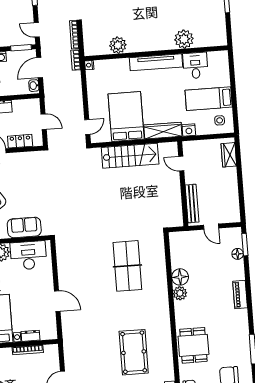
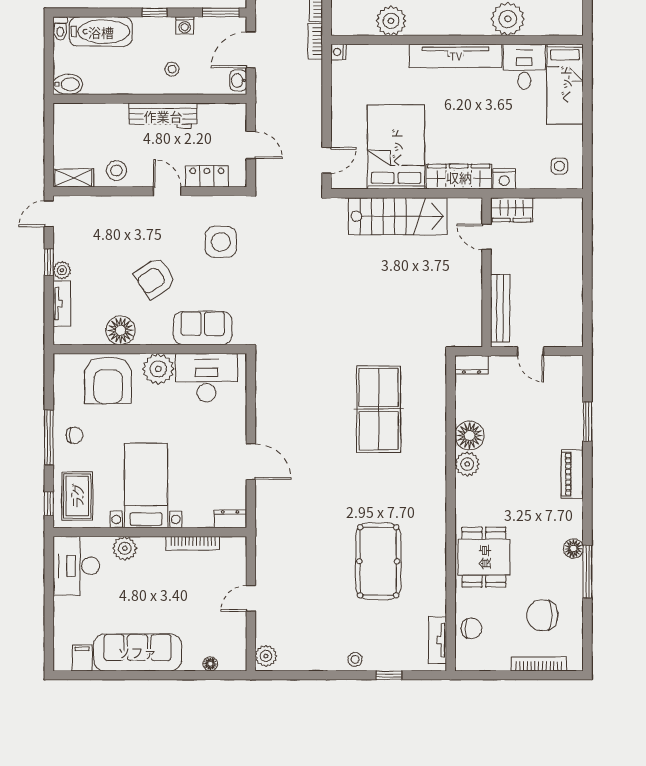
bed: (209, 99) -> (565, 84), moved, turned -90
wardrobe: (229, 155) -> (512, 210), moved, turned -90
side table: (31, 178) -> (221, 242), added
dresser: (178, 237) -> (471, 365), added
window: (245, 245) -> (587, 422), moved
floor lamp: (238, 254) -> (573, 548), moved
dresser: (31, 336) -> (230, 519), moved

